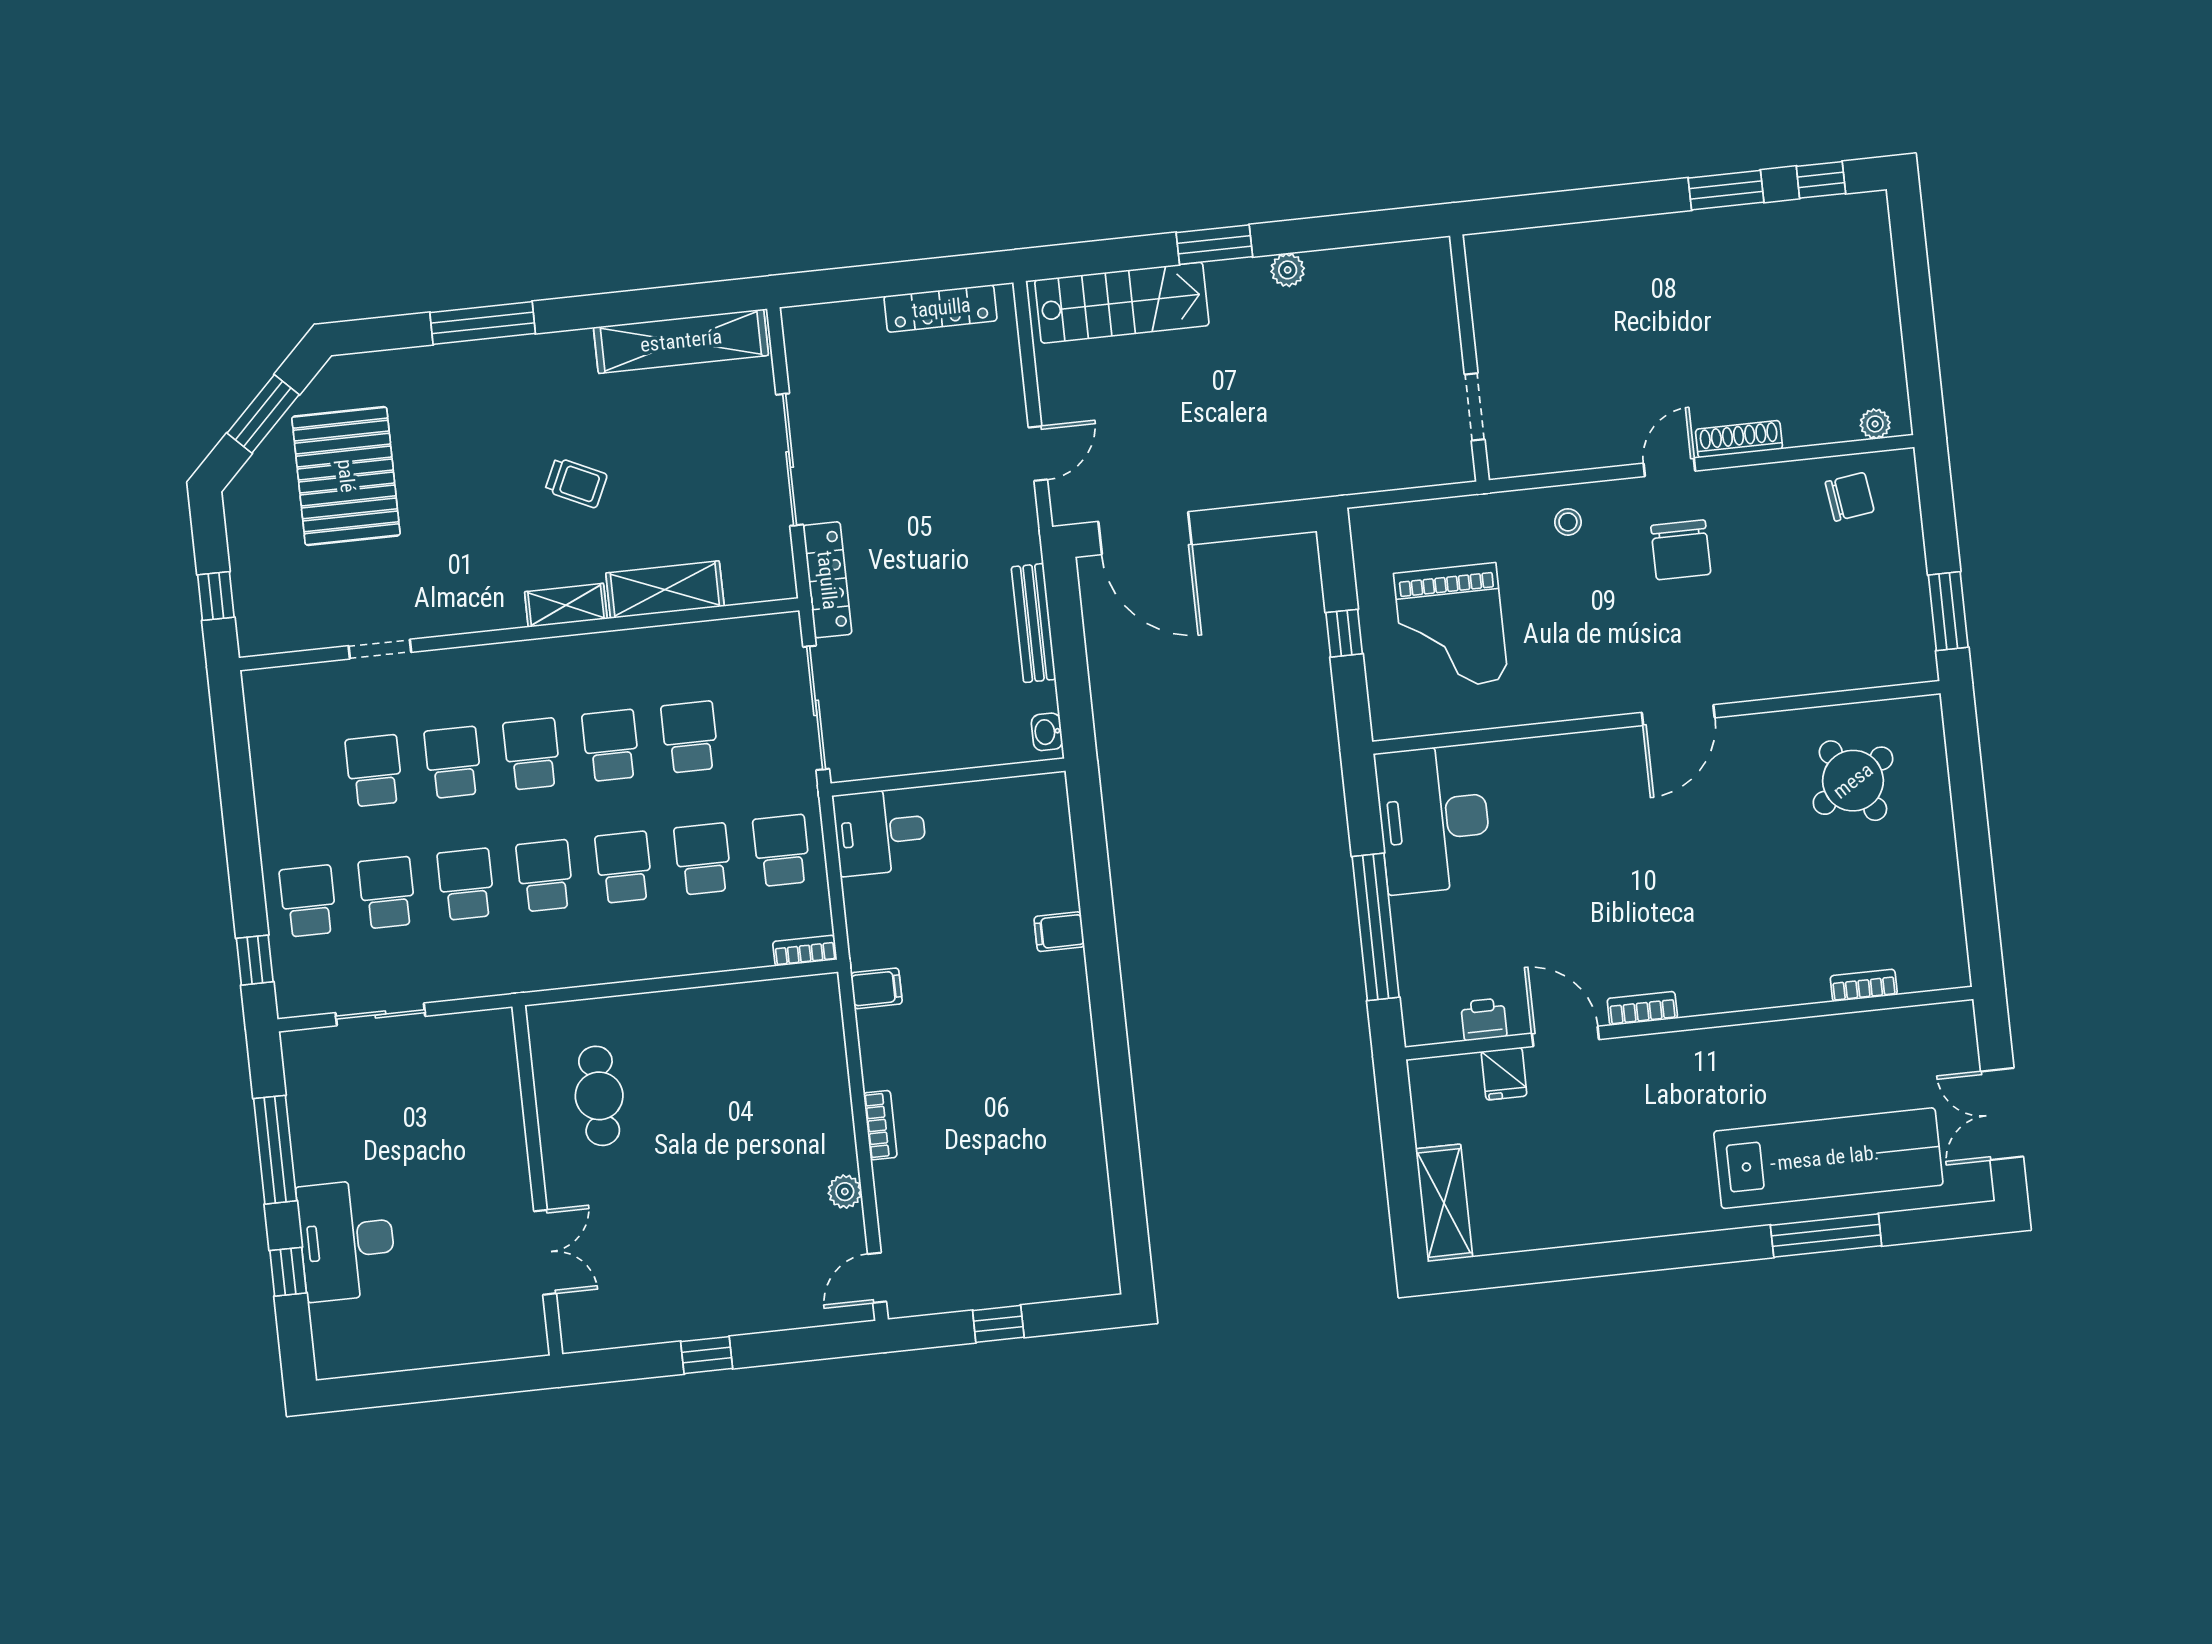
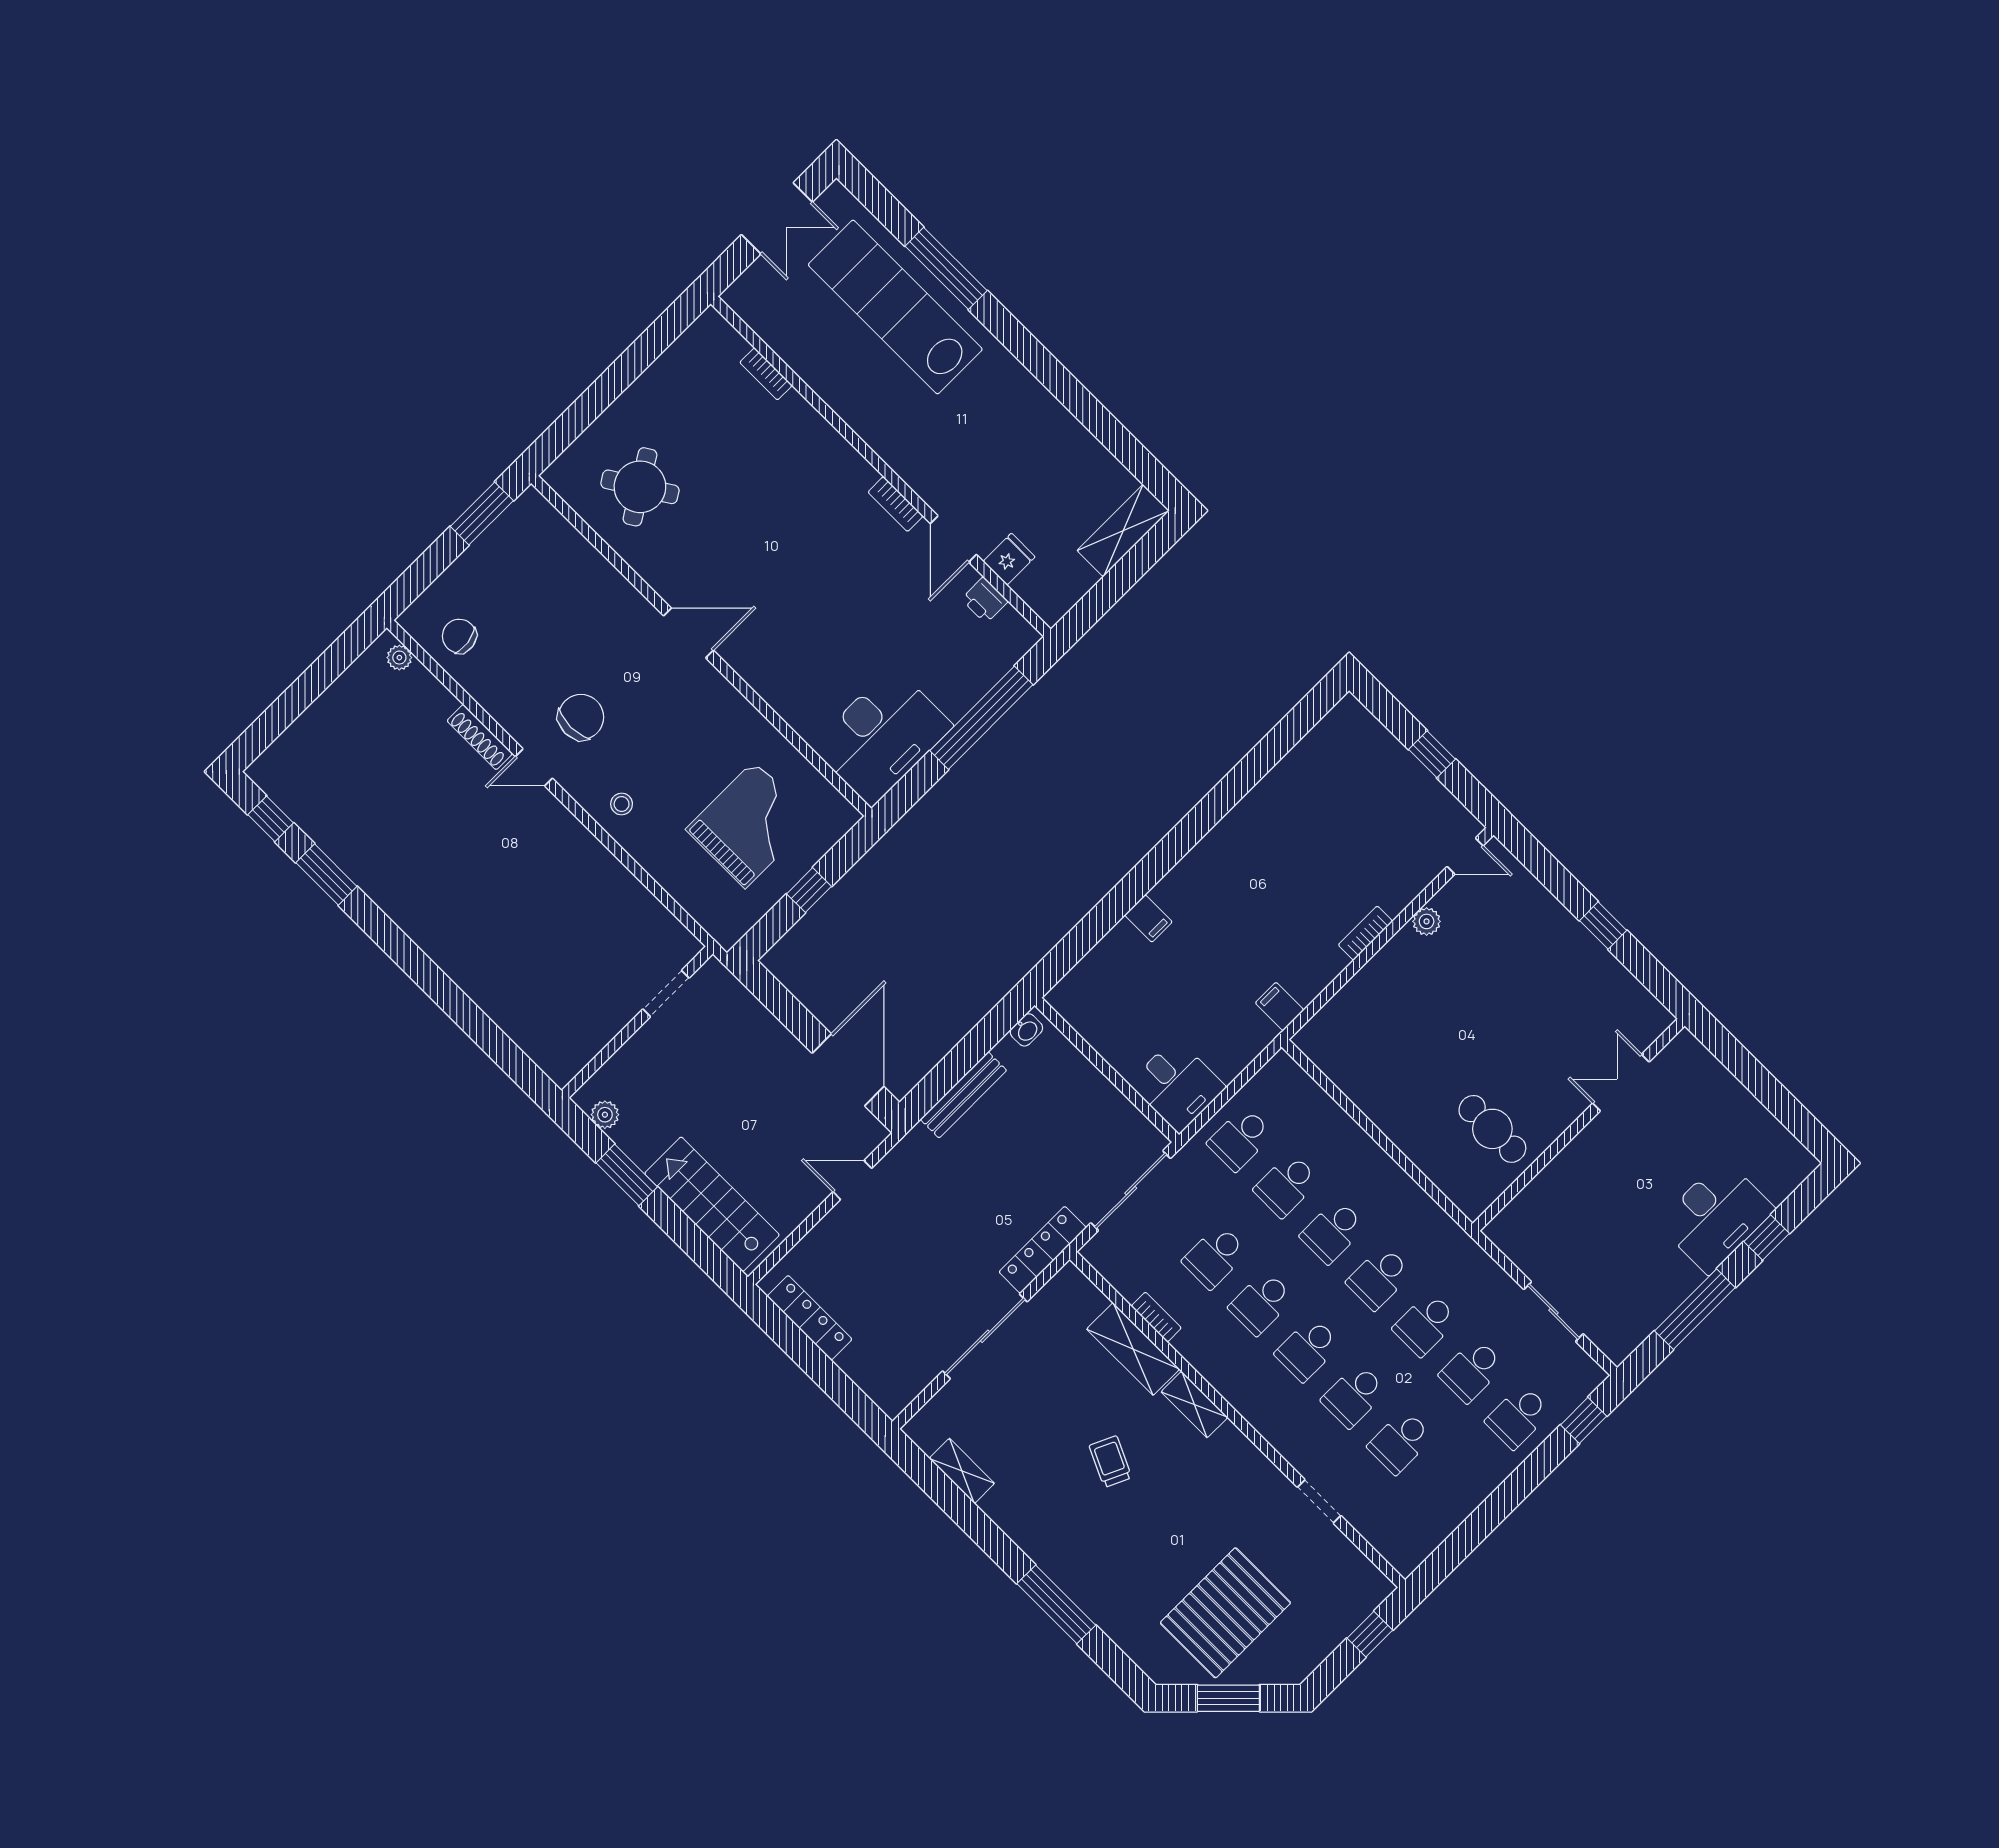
shelving: (681, 341) -> (962, 1471), width x0.45, depth x0.75
wall: (1469, 358) -> (637, 1022), moved
doorway: (1475, 407) -> (666, 993), moved
bookcase: (805, 951) -> (1156, 1317), moved, turned 180
cafe table: (599, 1096) -> (1492, 1129), turned 90

